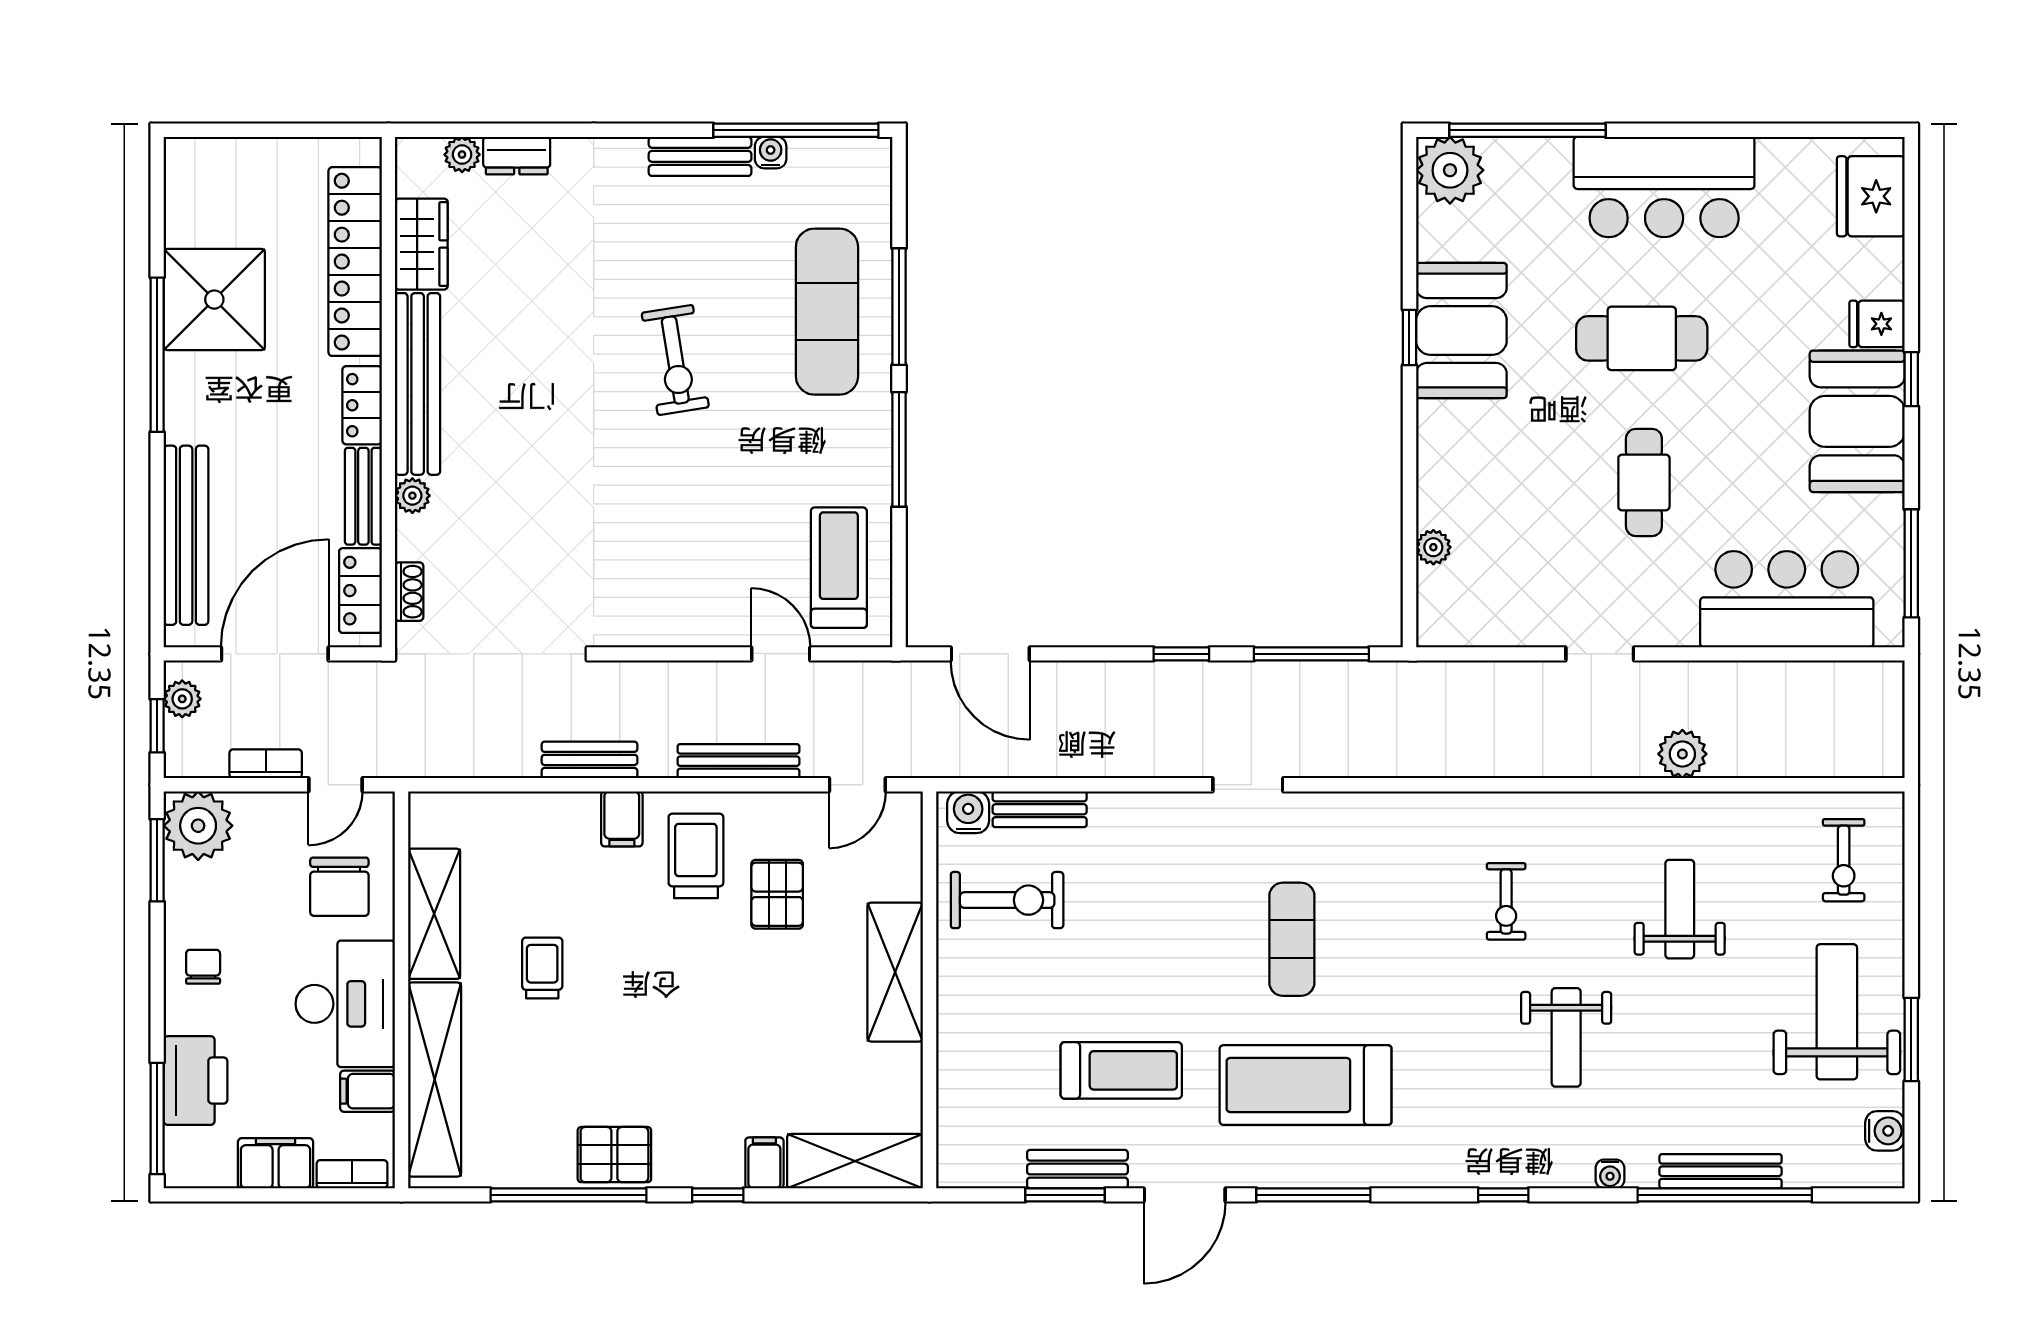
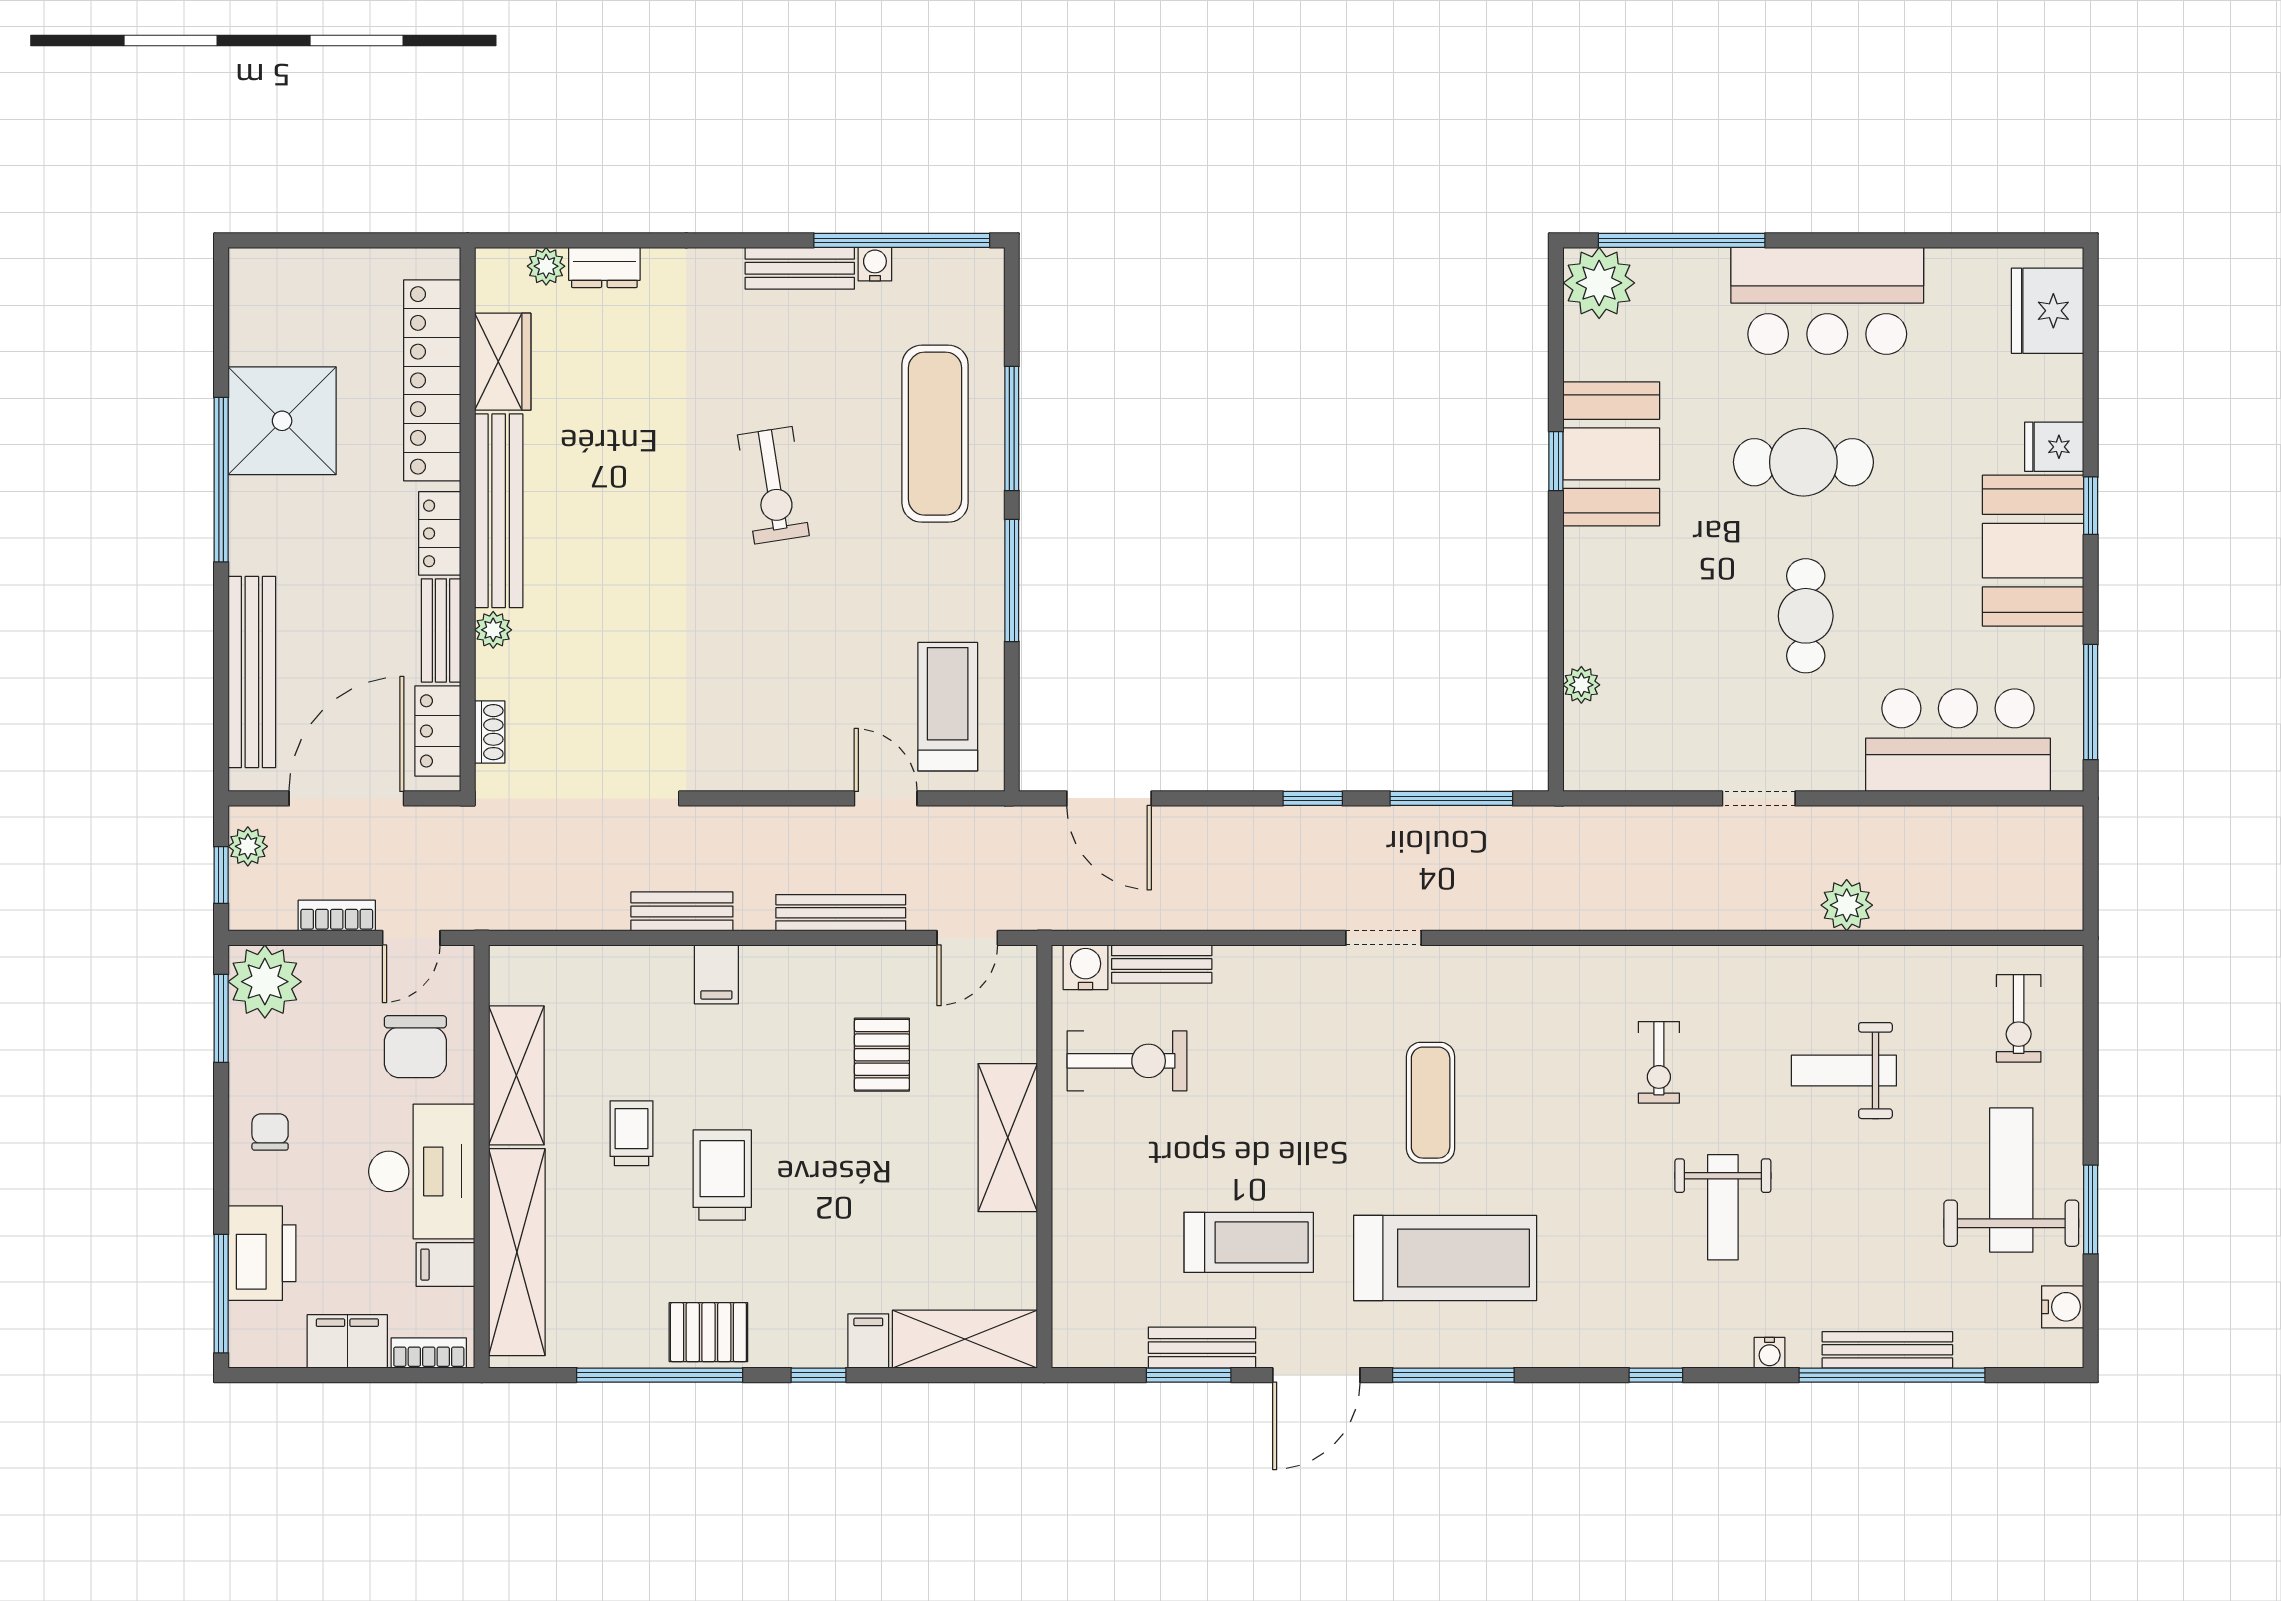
trolley: (696, 856) -> (722, 1175), moved
weight bench: (1680, 909) -> (1844, 1071), turned -90
treadmill: (1306, 1085) -> (1445, 1258), turned 180

